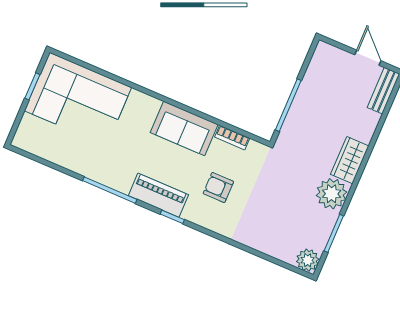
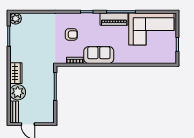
corner sofa: (78, 99) -> (151, 29), moved, turned 180
plant: (332, 194) -> (18, 92), moved
piano: (158, 195) -> (114, 19), moved

